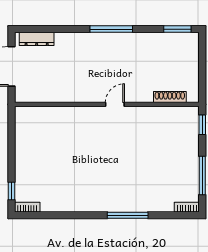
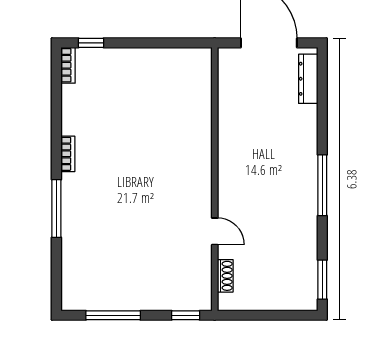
shoe rack: (170, 97) -> (225, 276), width x0.70
door: (115, 104) -> (215, 231), moved
bookcase: (187, 207) -> (68, 154), moved

